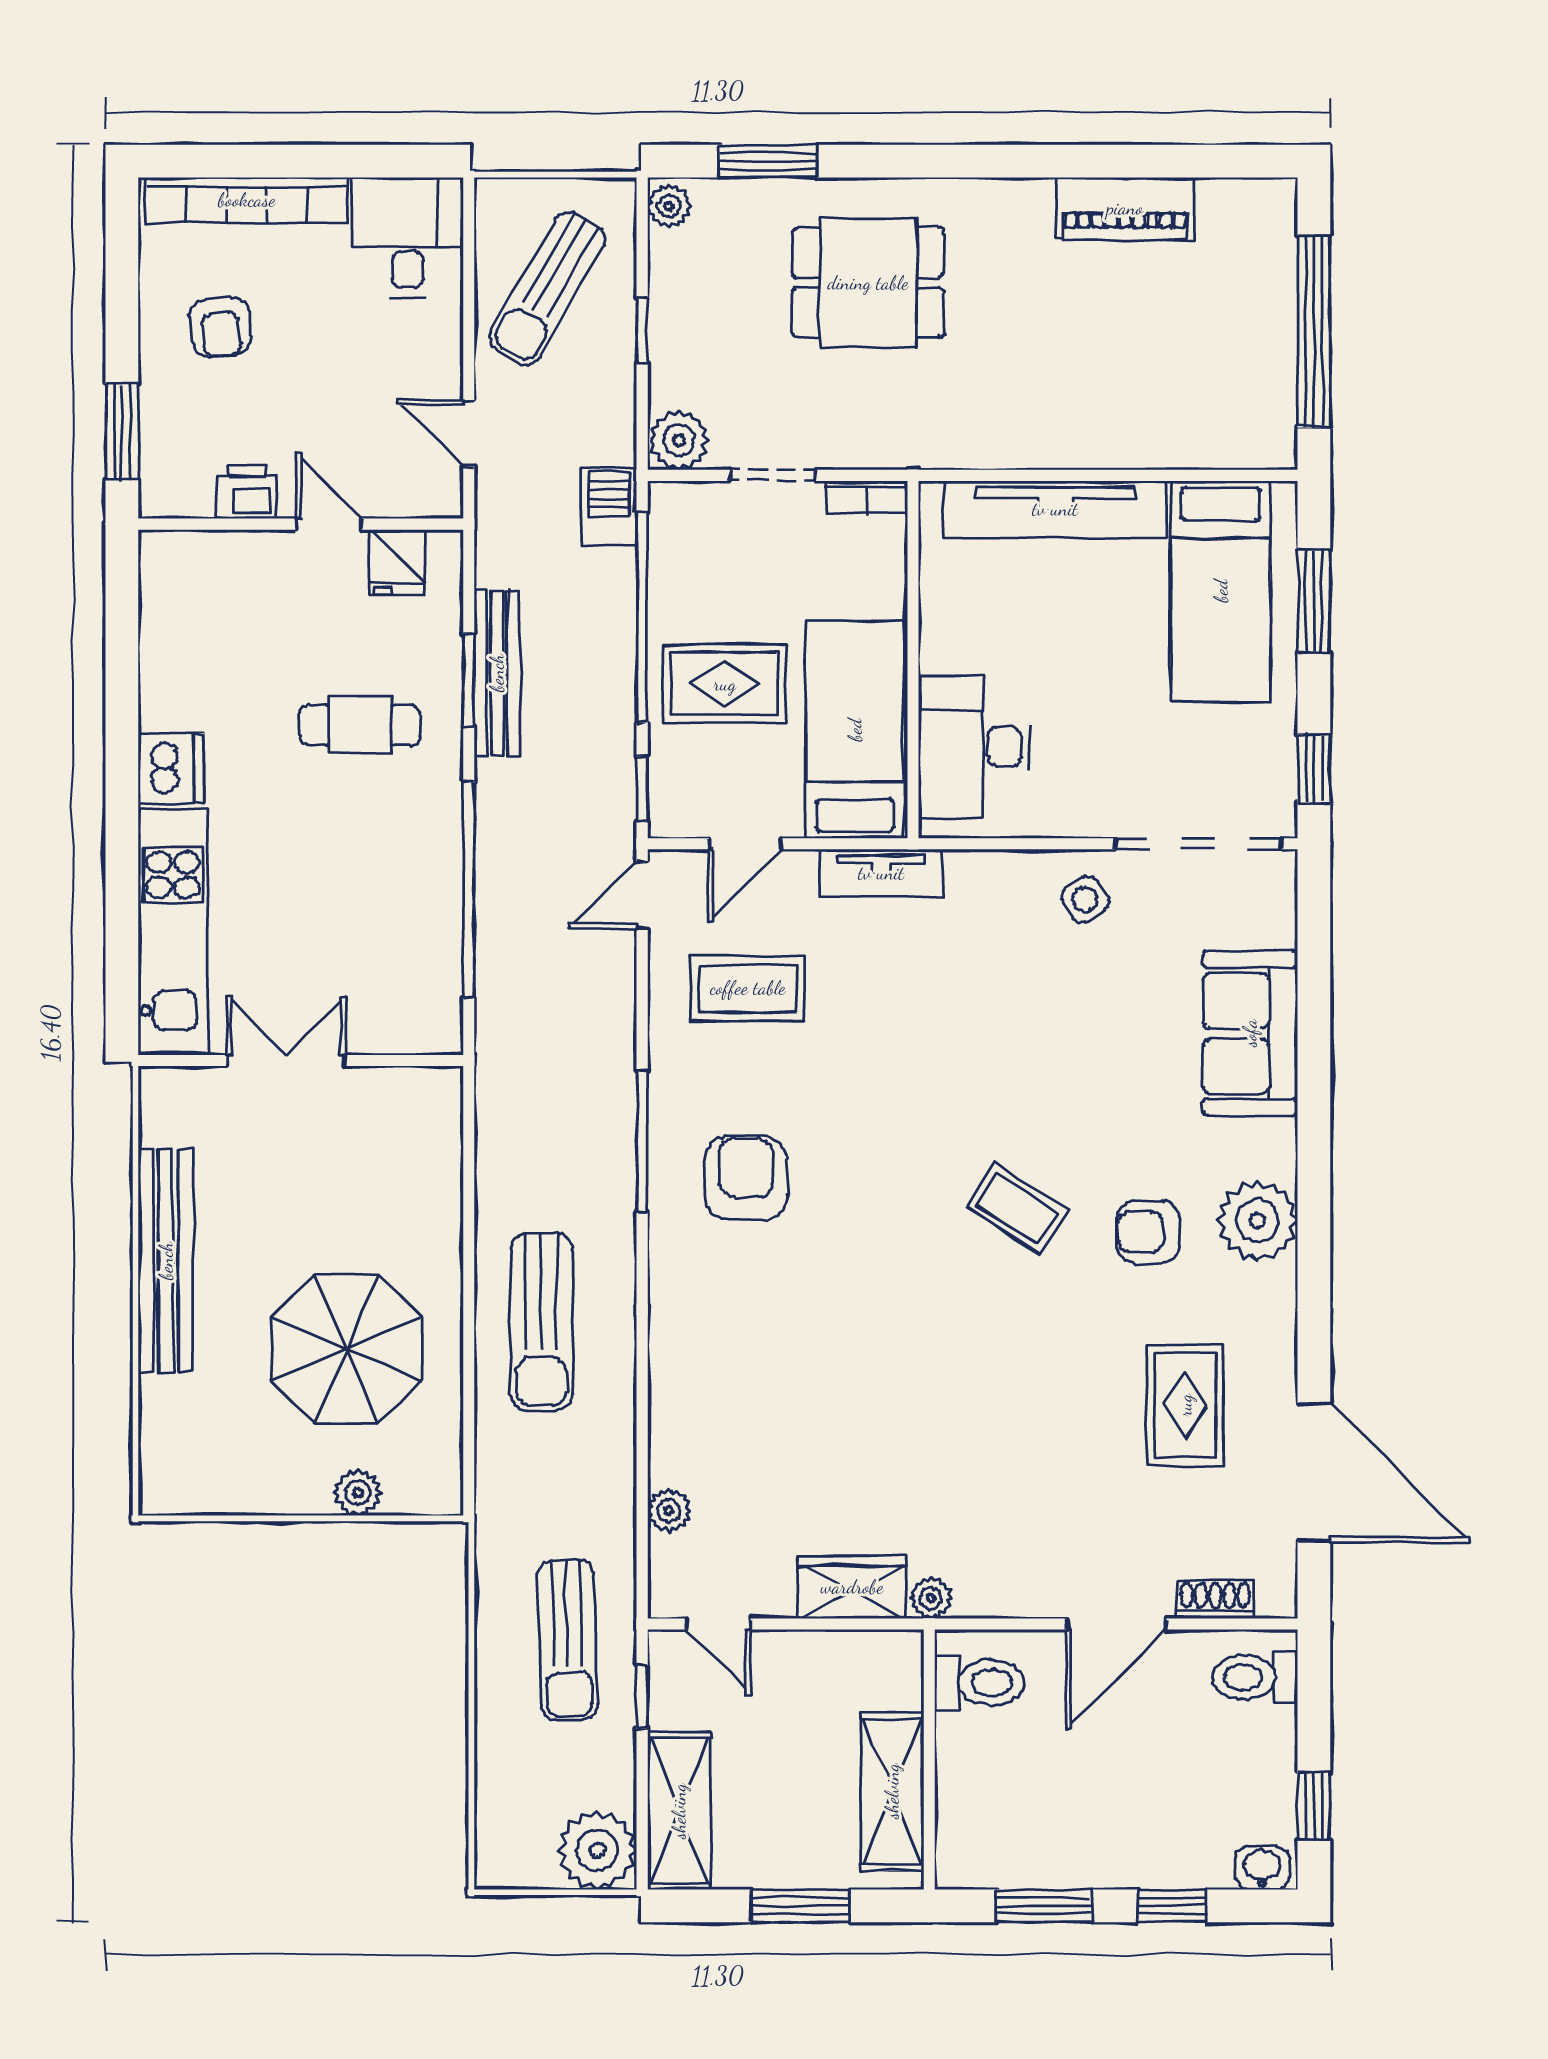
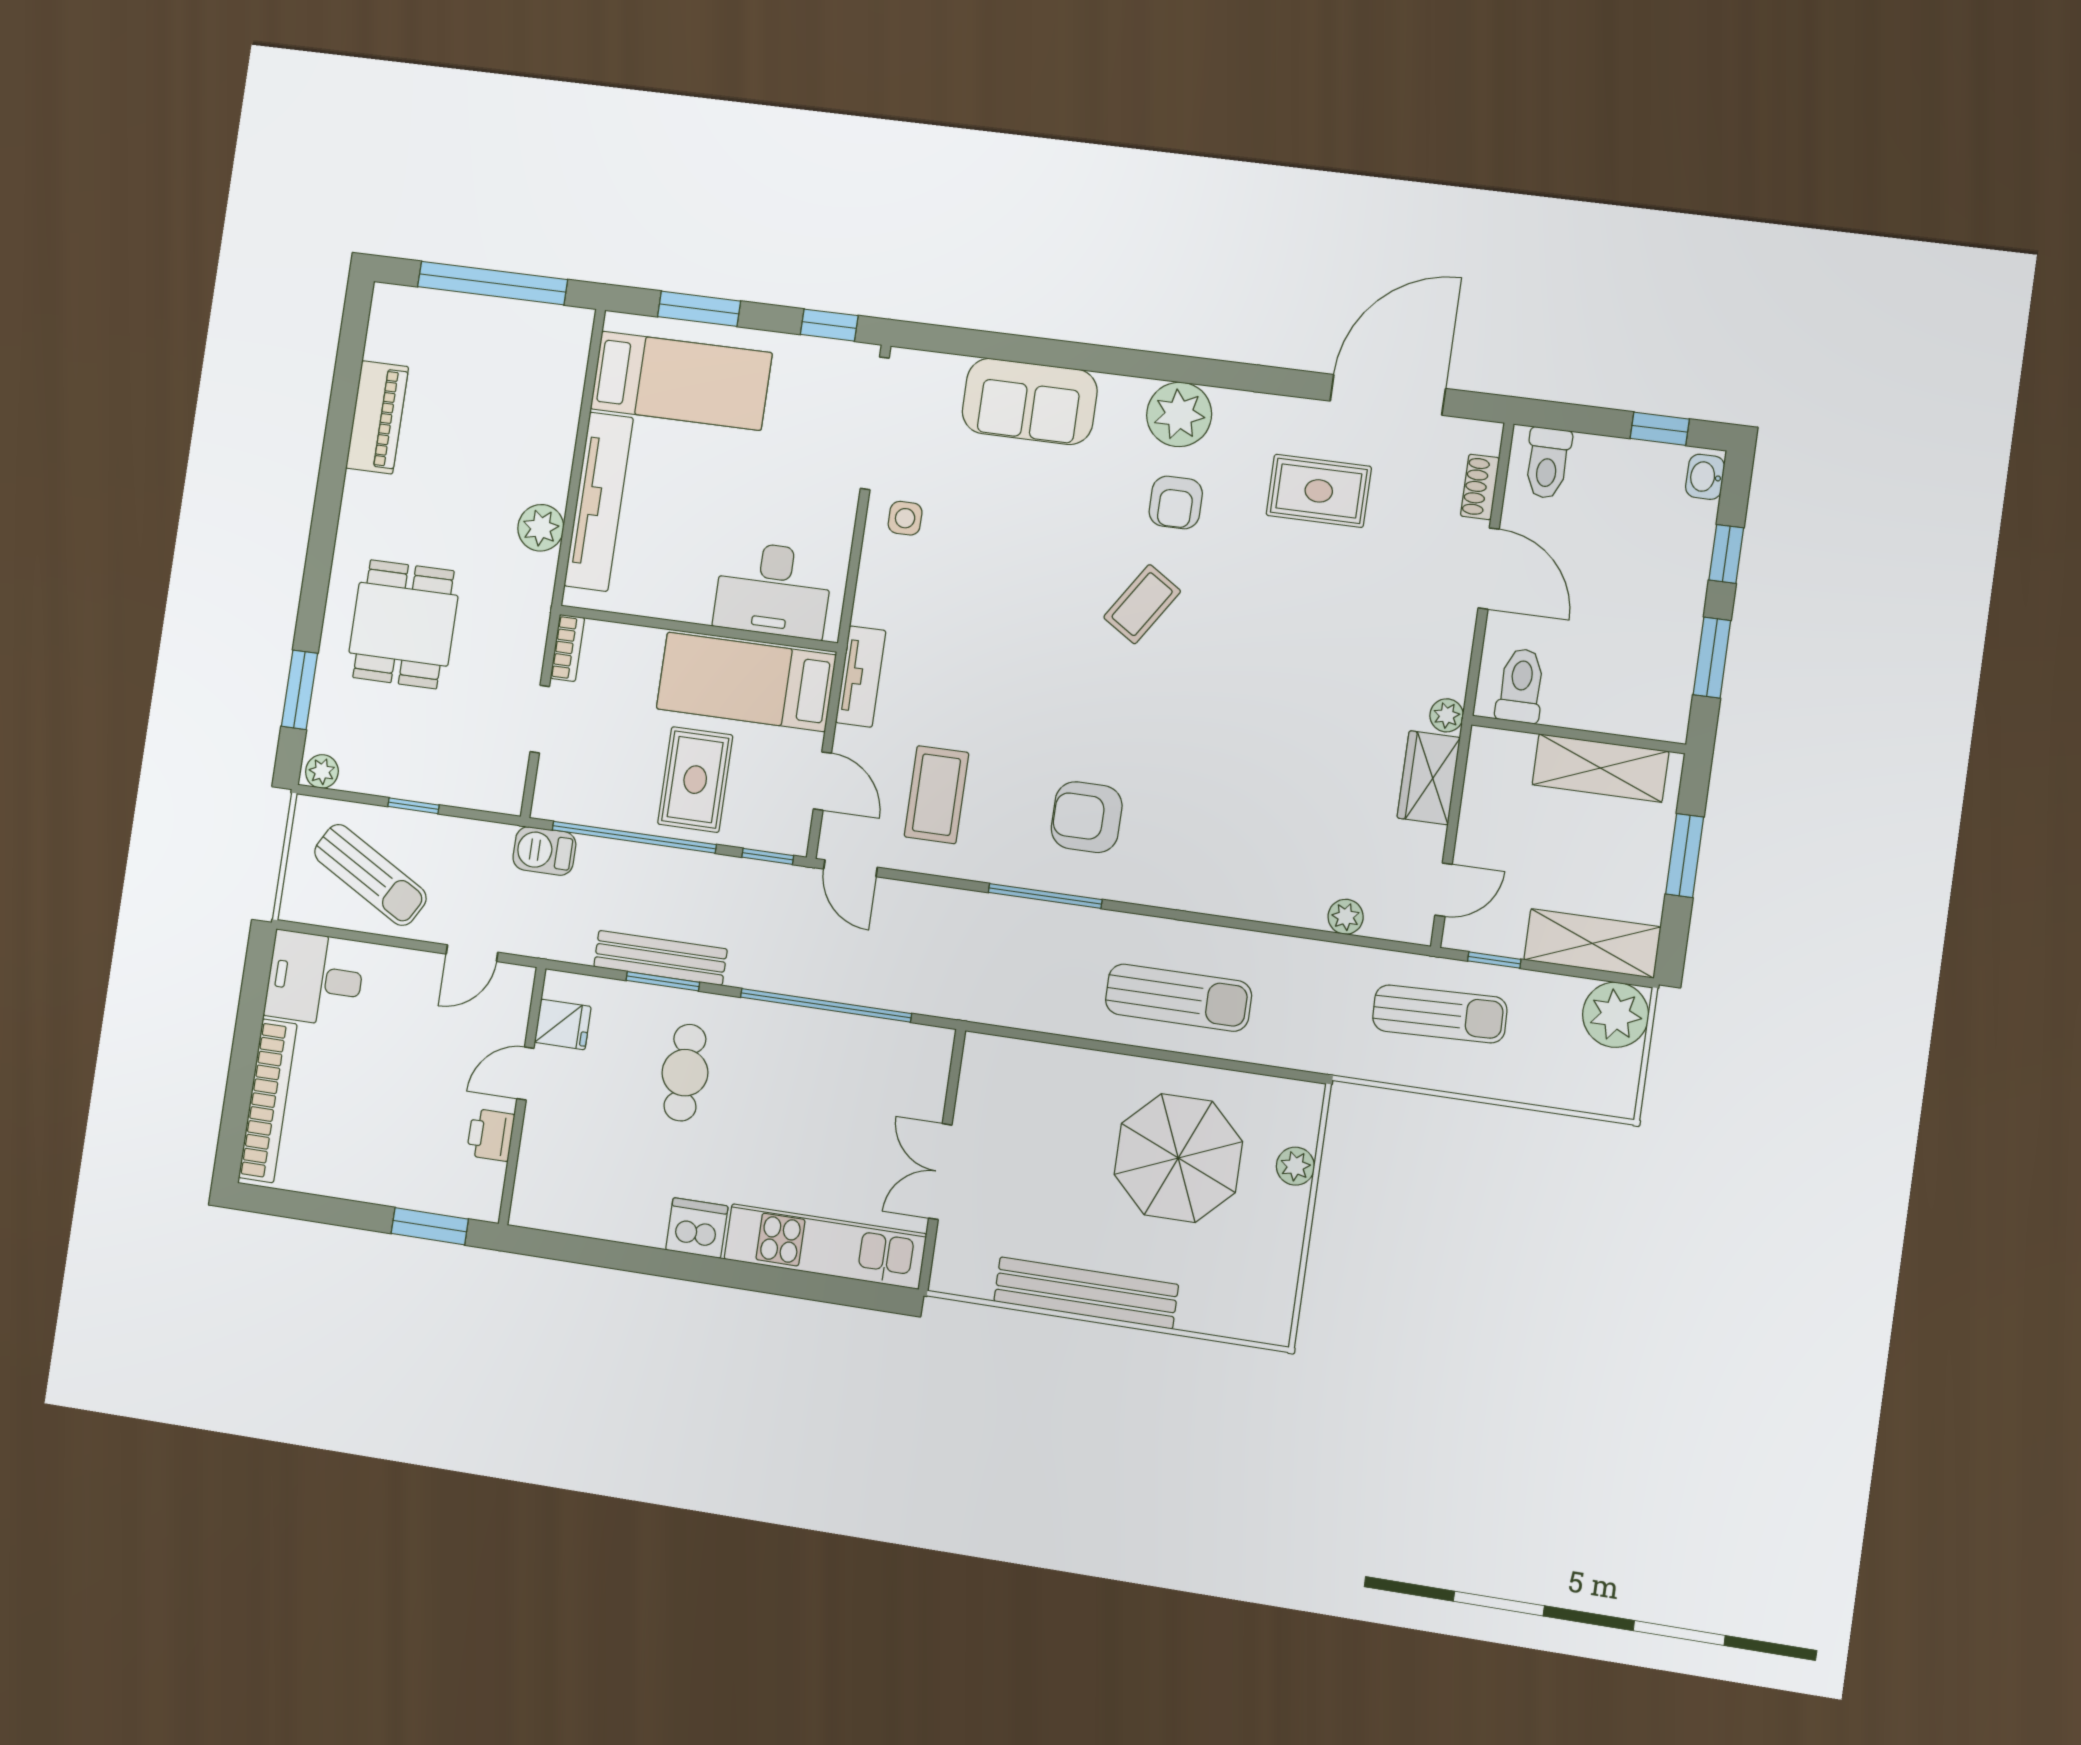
armchair: (221, 327) -> (361, 1136), removed
plant: (679, 440) -> (541, 528), moved
side table: (1085, 899) -> (905, 518), turned 31

